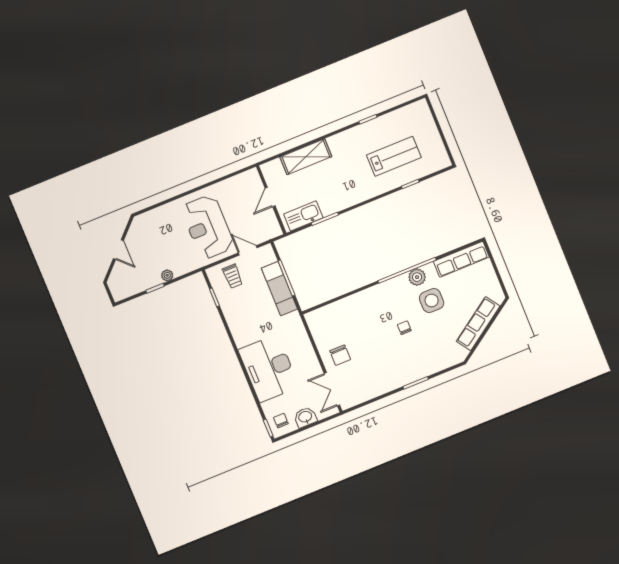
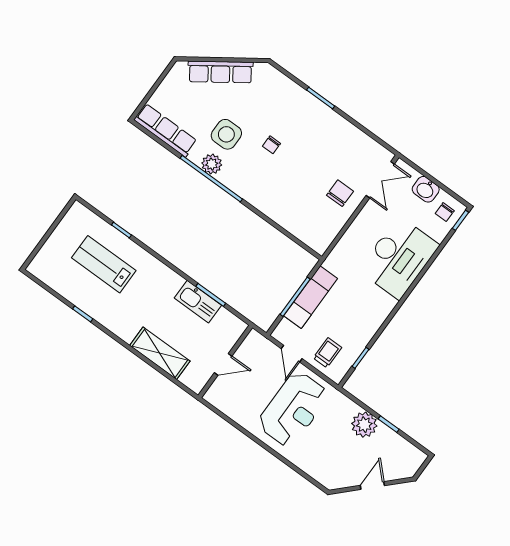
kitchen sink: (303, 216) -> (198, 302), moved
plant: (167, 275) -> (364, 425), width x1.87, depth x1.87

